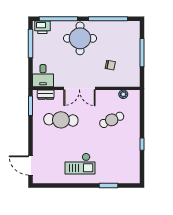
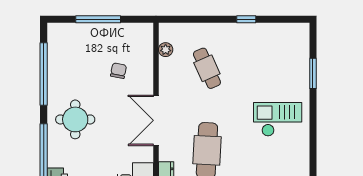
round table: (80, 38) -> (75, 119), width x0.73, depth x0.73
double door: (79, 88) -> (156, 120), swing flipped
checkout: (80, 164) -> (278, 119), turned -90

